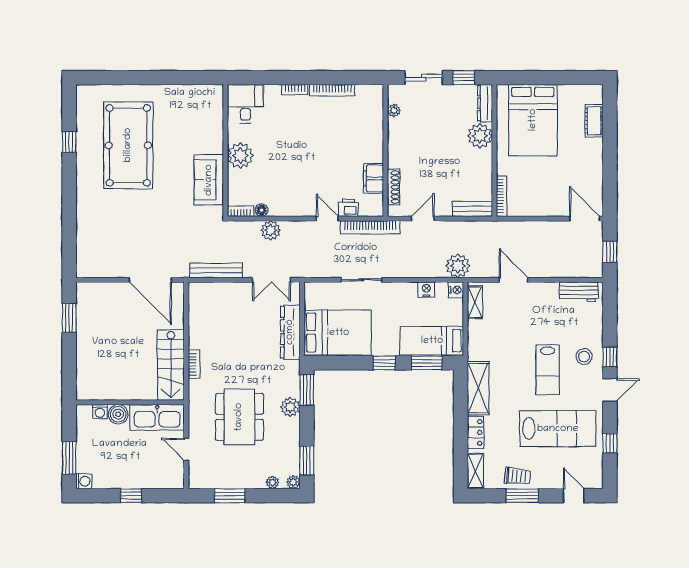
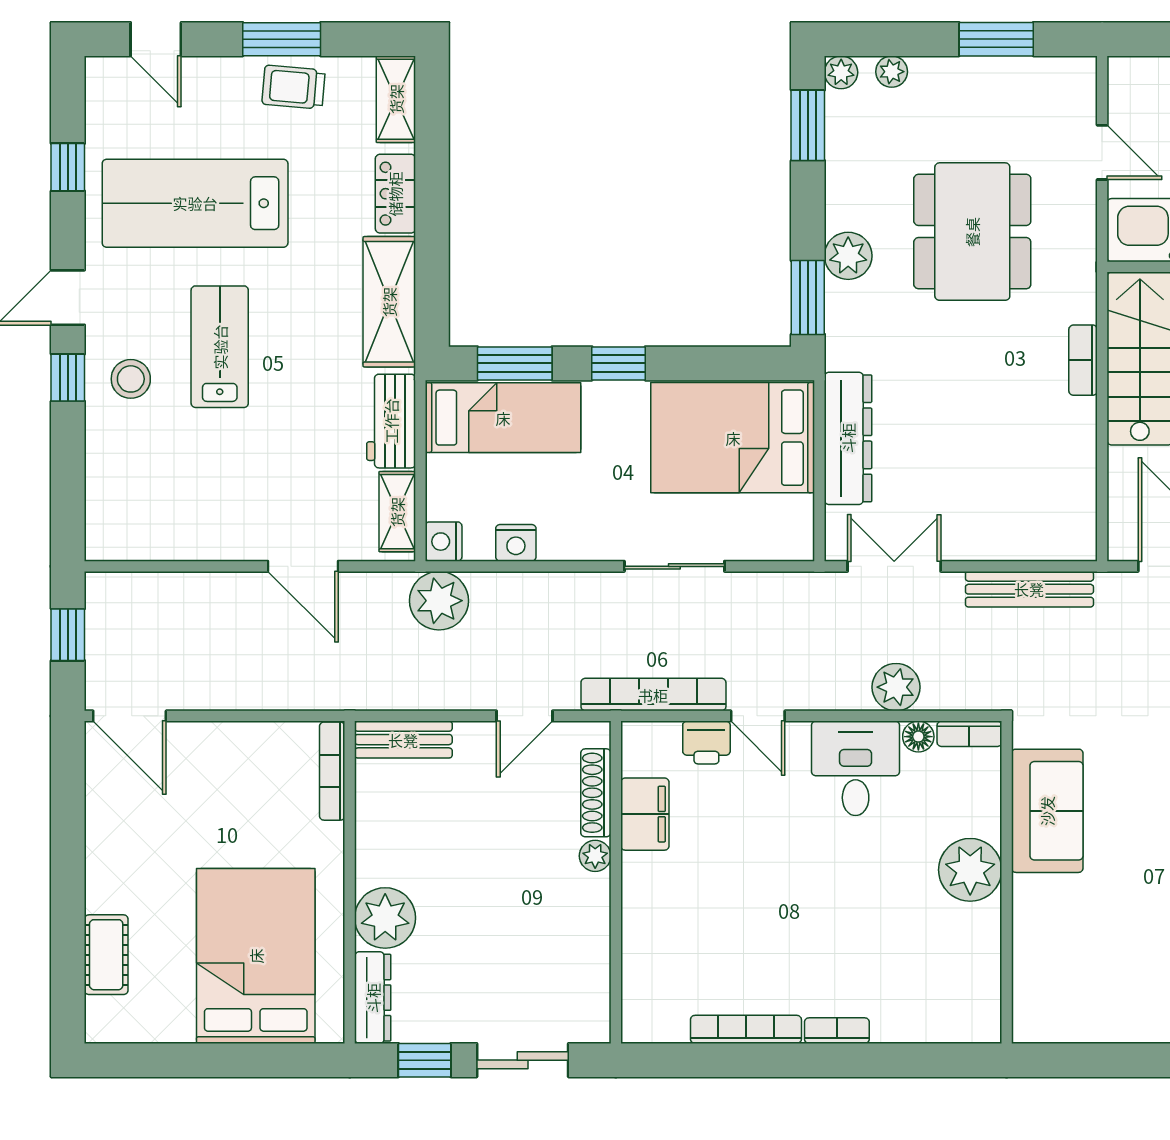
desk: (245, 104) -> (856, 768), moved, turned 180
plant: (394, 110) -> (595, 856), moved
workbench: (579, 292) -> (391, 421), moved, turned -90

